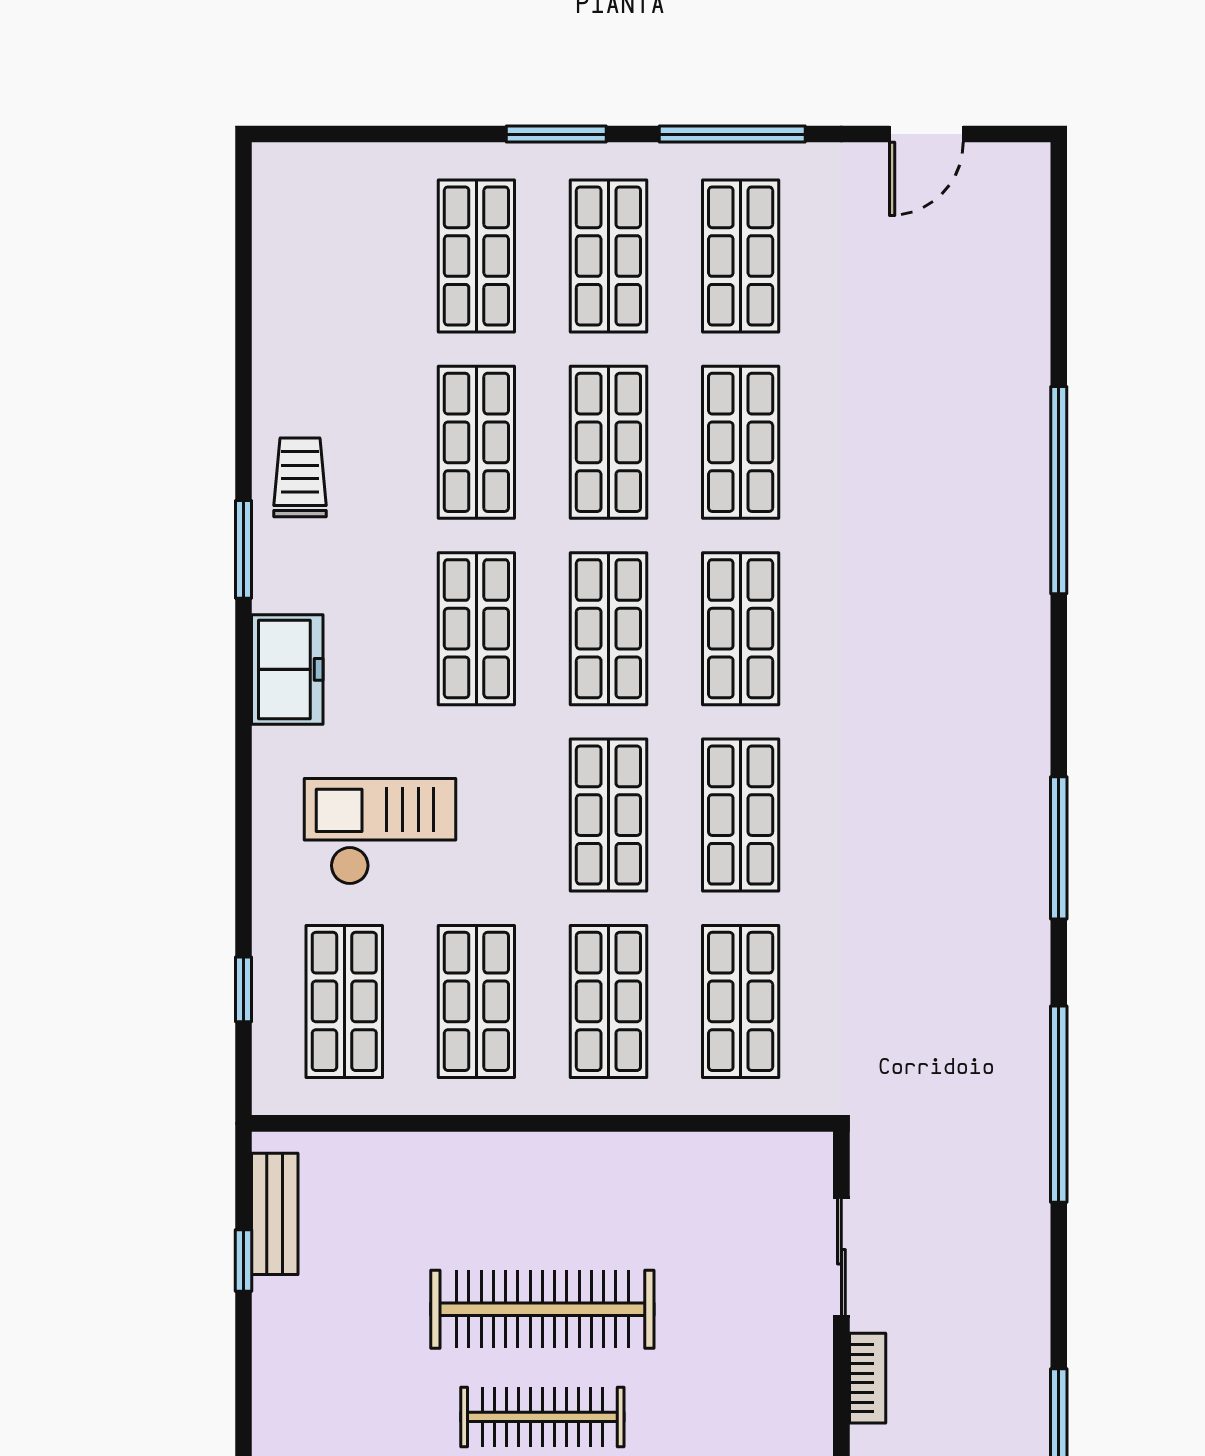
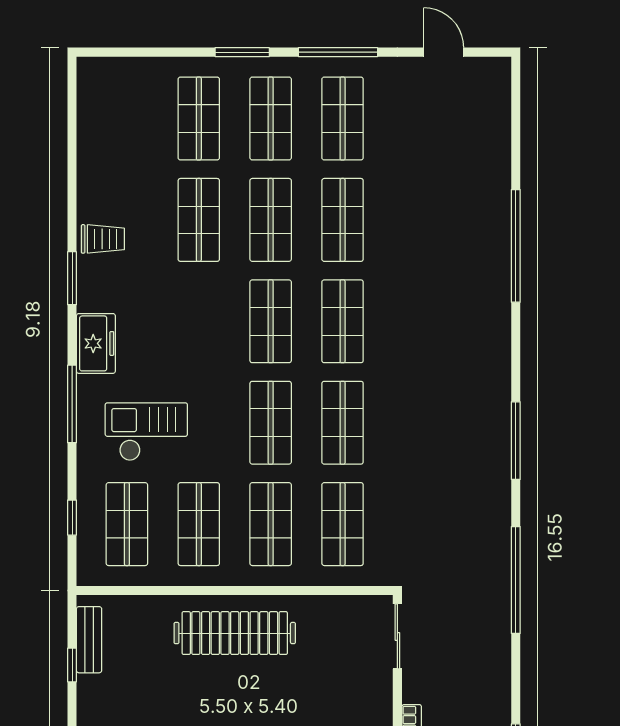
door: (926, 134) -> (444, 52), swing flipped
trolley: (300, 477) -> (103, 239), turned 90
shop shelf: (476, 629) -> (199, 321), removed
window: (243, 781) -> (72, 404), added
sliding door: (841, 1257) -> (397, 636), moved
clothes rail: (542, 1309) -> (235, 633), moved

